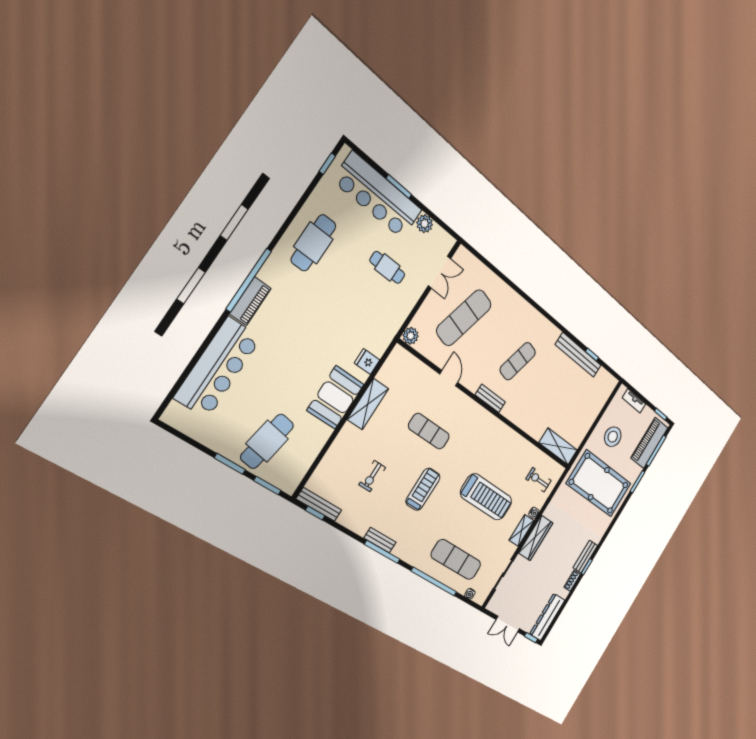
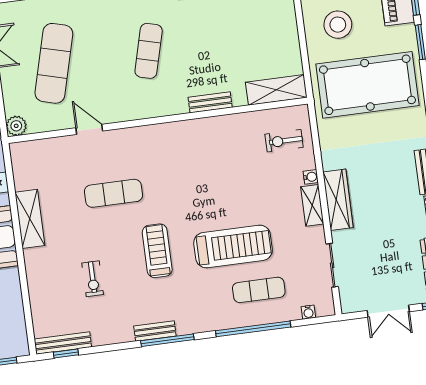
bench: (490, 398) -> (210, 102), moved
treadmill: (486, 497) -> (233, 246), moved
exercise mat: (456, 560) -> (259, 290), width x0.73, depth x0.69

